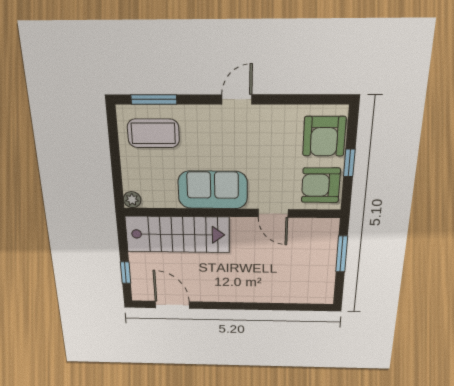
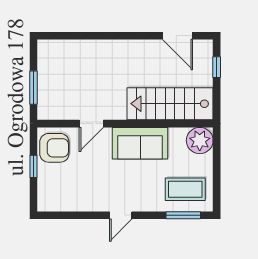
armchair: (324, 136) -> (54, 187), removed
plant: (132, 200) -> (200, 141), width x1.87, depth x1.87
door: (273, 213) -> (91, 124), swing flipped

